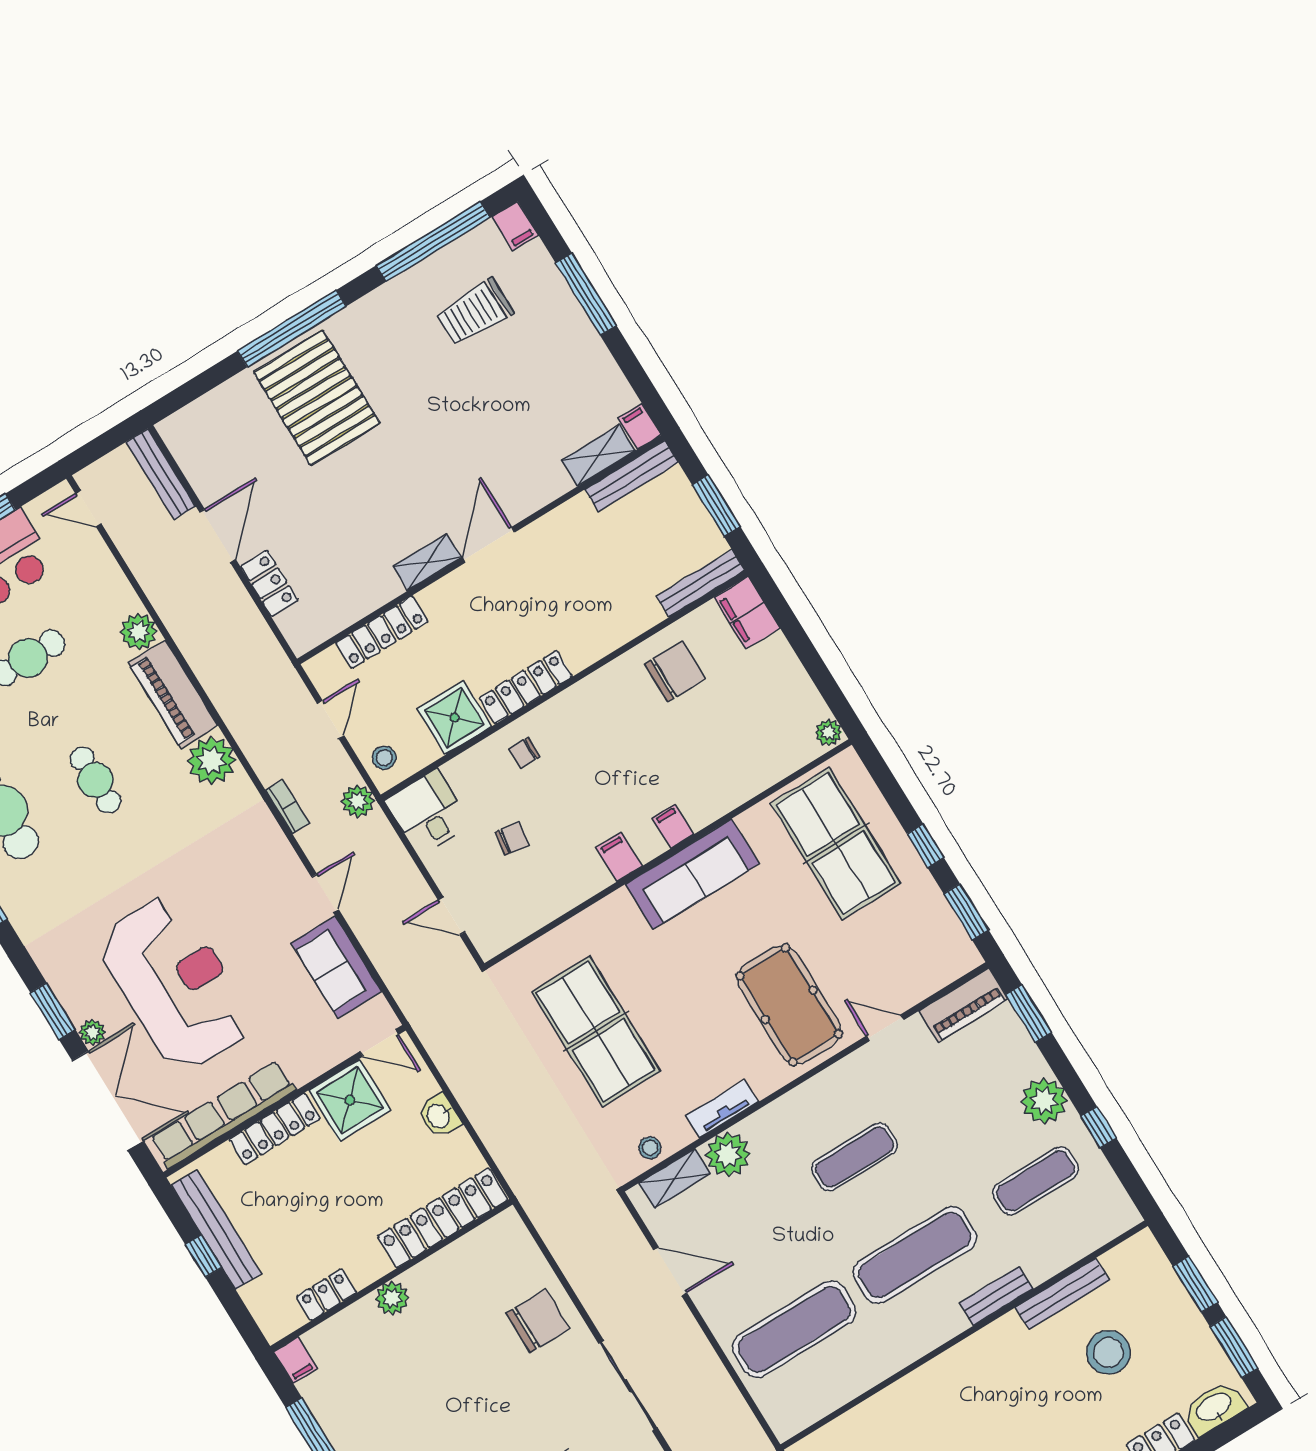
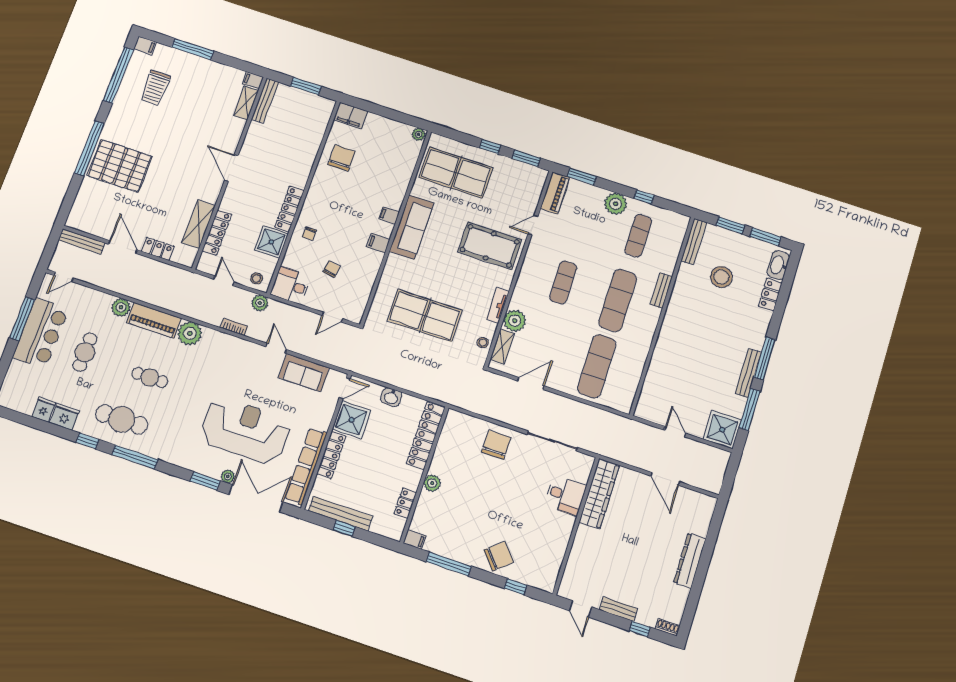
shelving: (427, 562) -> (199, 224), moved, width x1.50, depth x1.33
bench: (700, 583) -> (324, 119), removed
bench: (1062, 1294) -> (694, 241), moved

